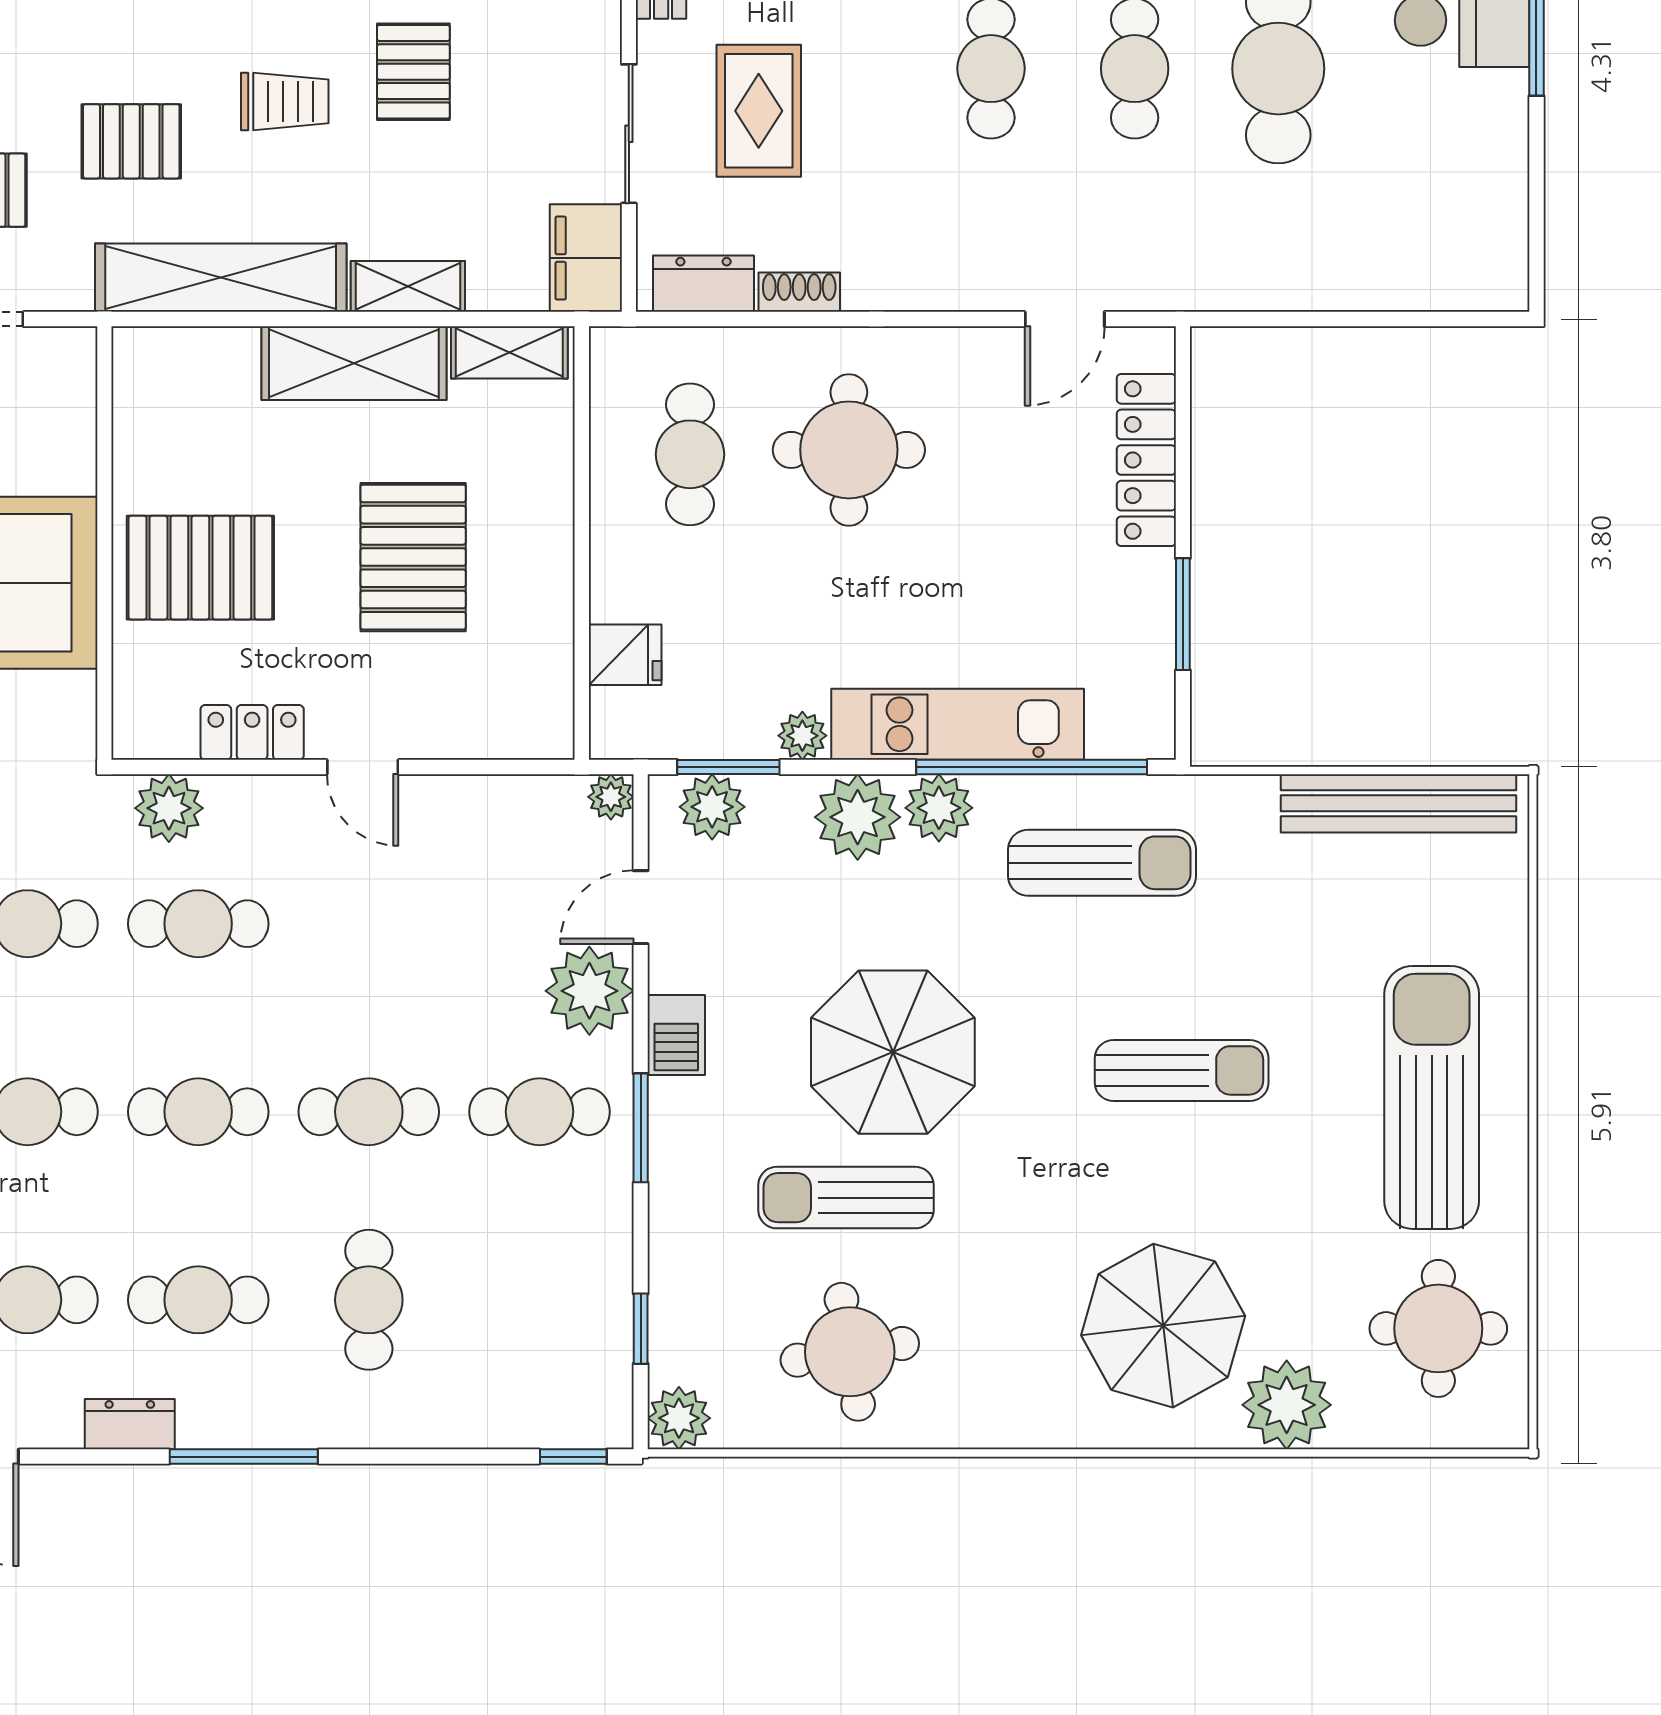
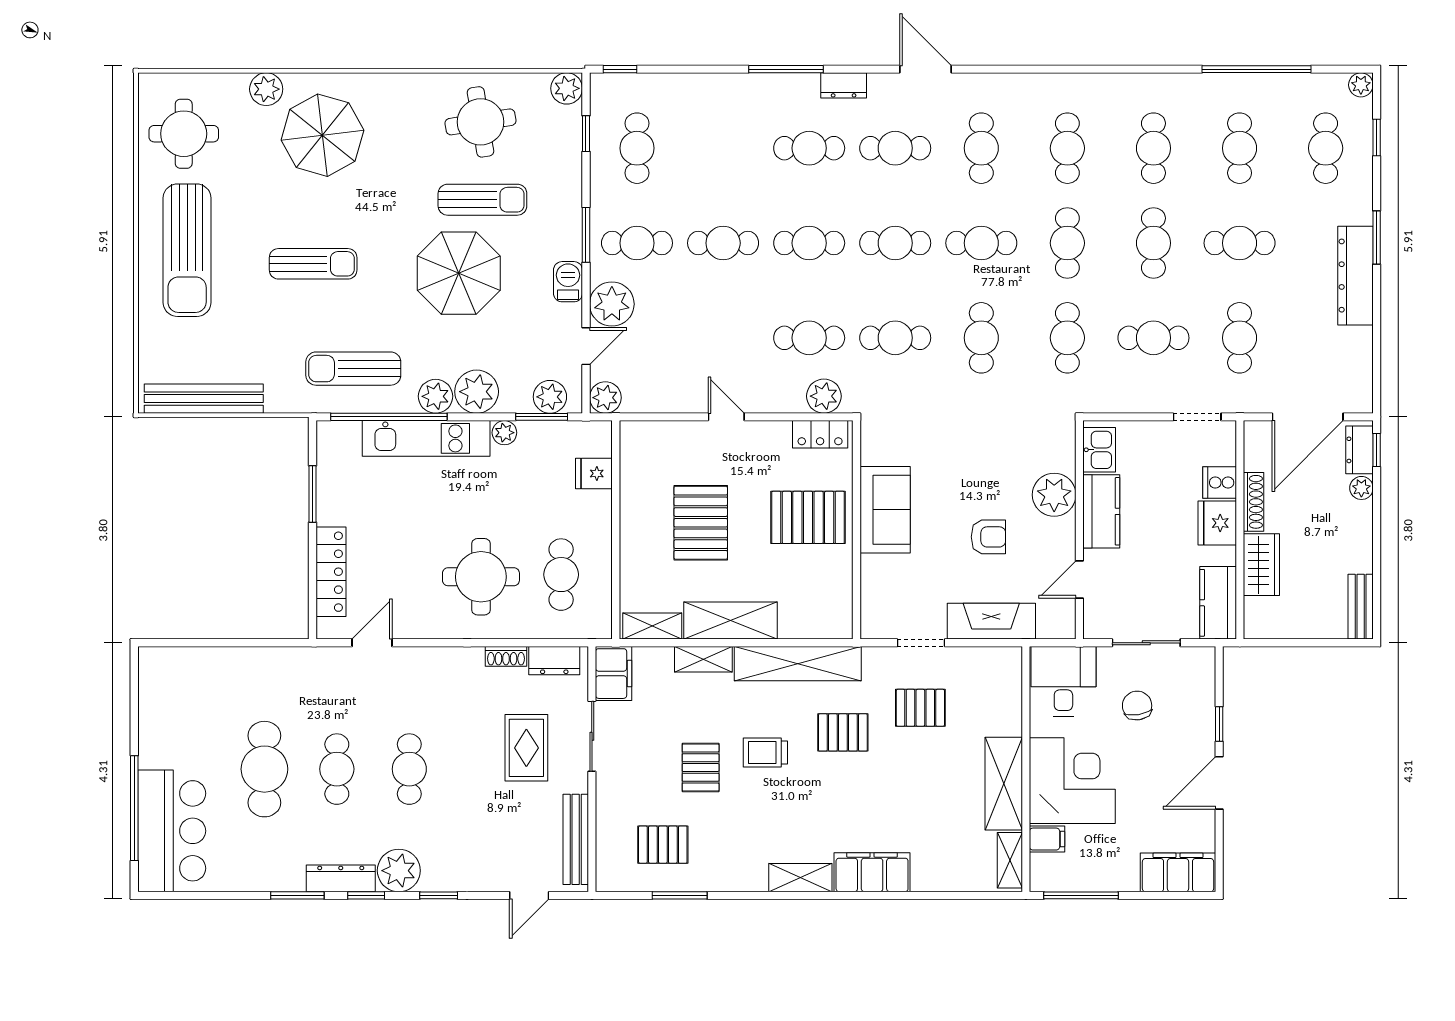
locker: (252, 732) -> (820, 434), moved
plant: (611, 797) -> (605, 398), width x1.38, depth x1.38
sun lounger: (1182, 1070) -> (313, 264), turned 180
cafe table: (369, 1300) -> (637, 148), moved
plant: (1287, 1405) -> (266, 89), width x0.73, depth x0.73

